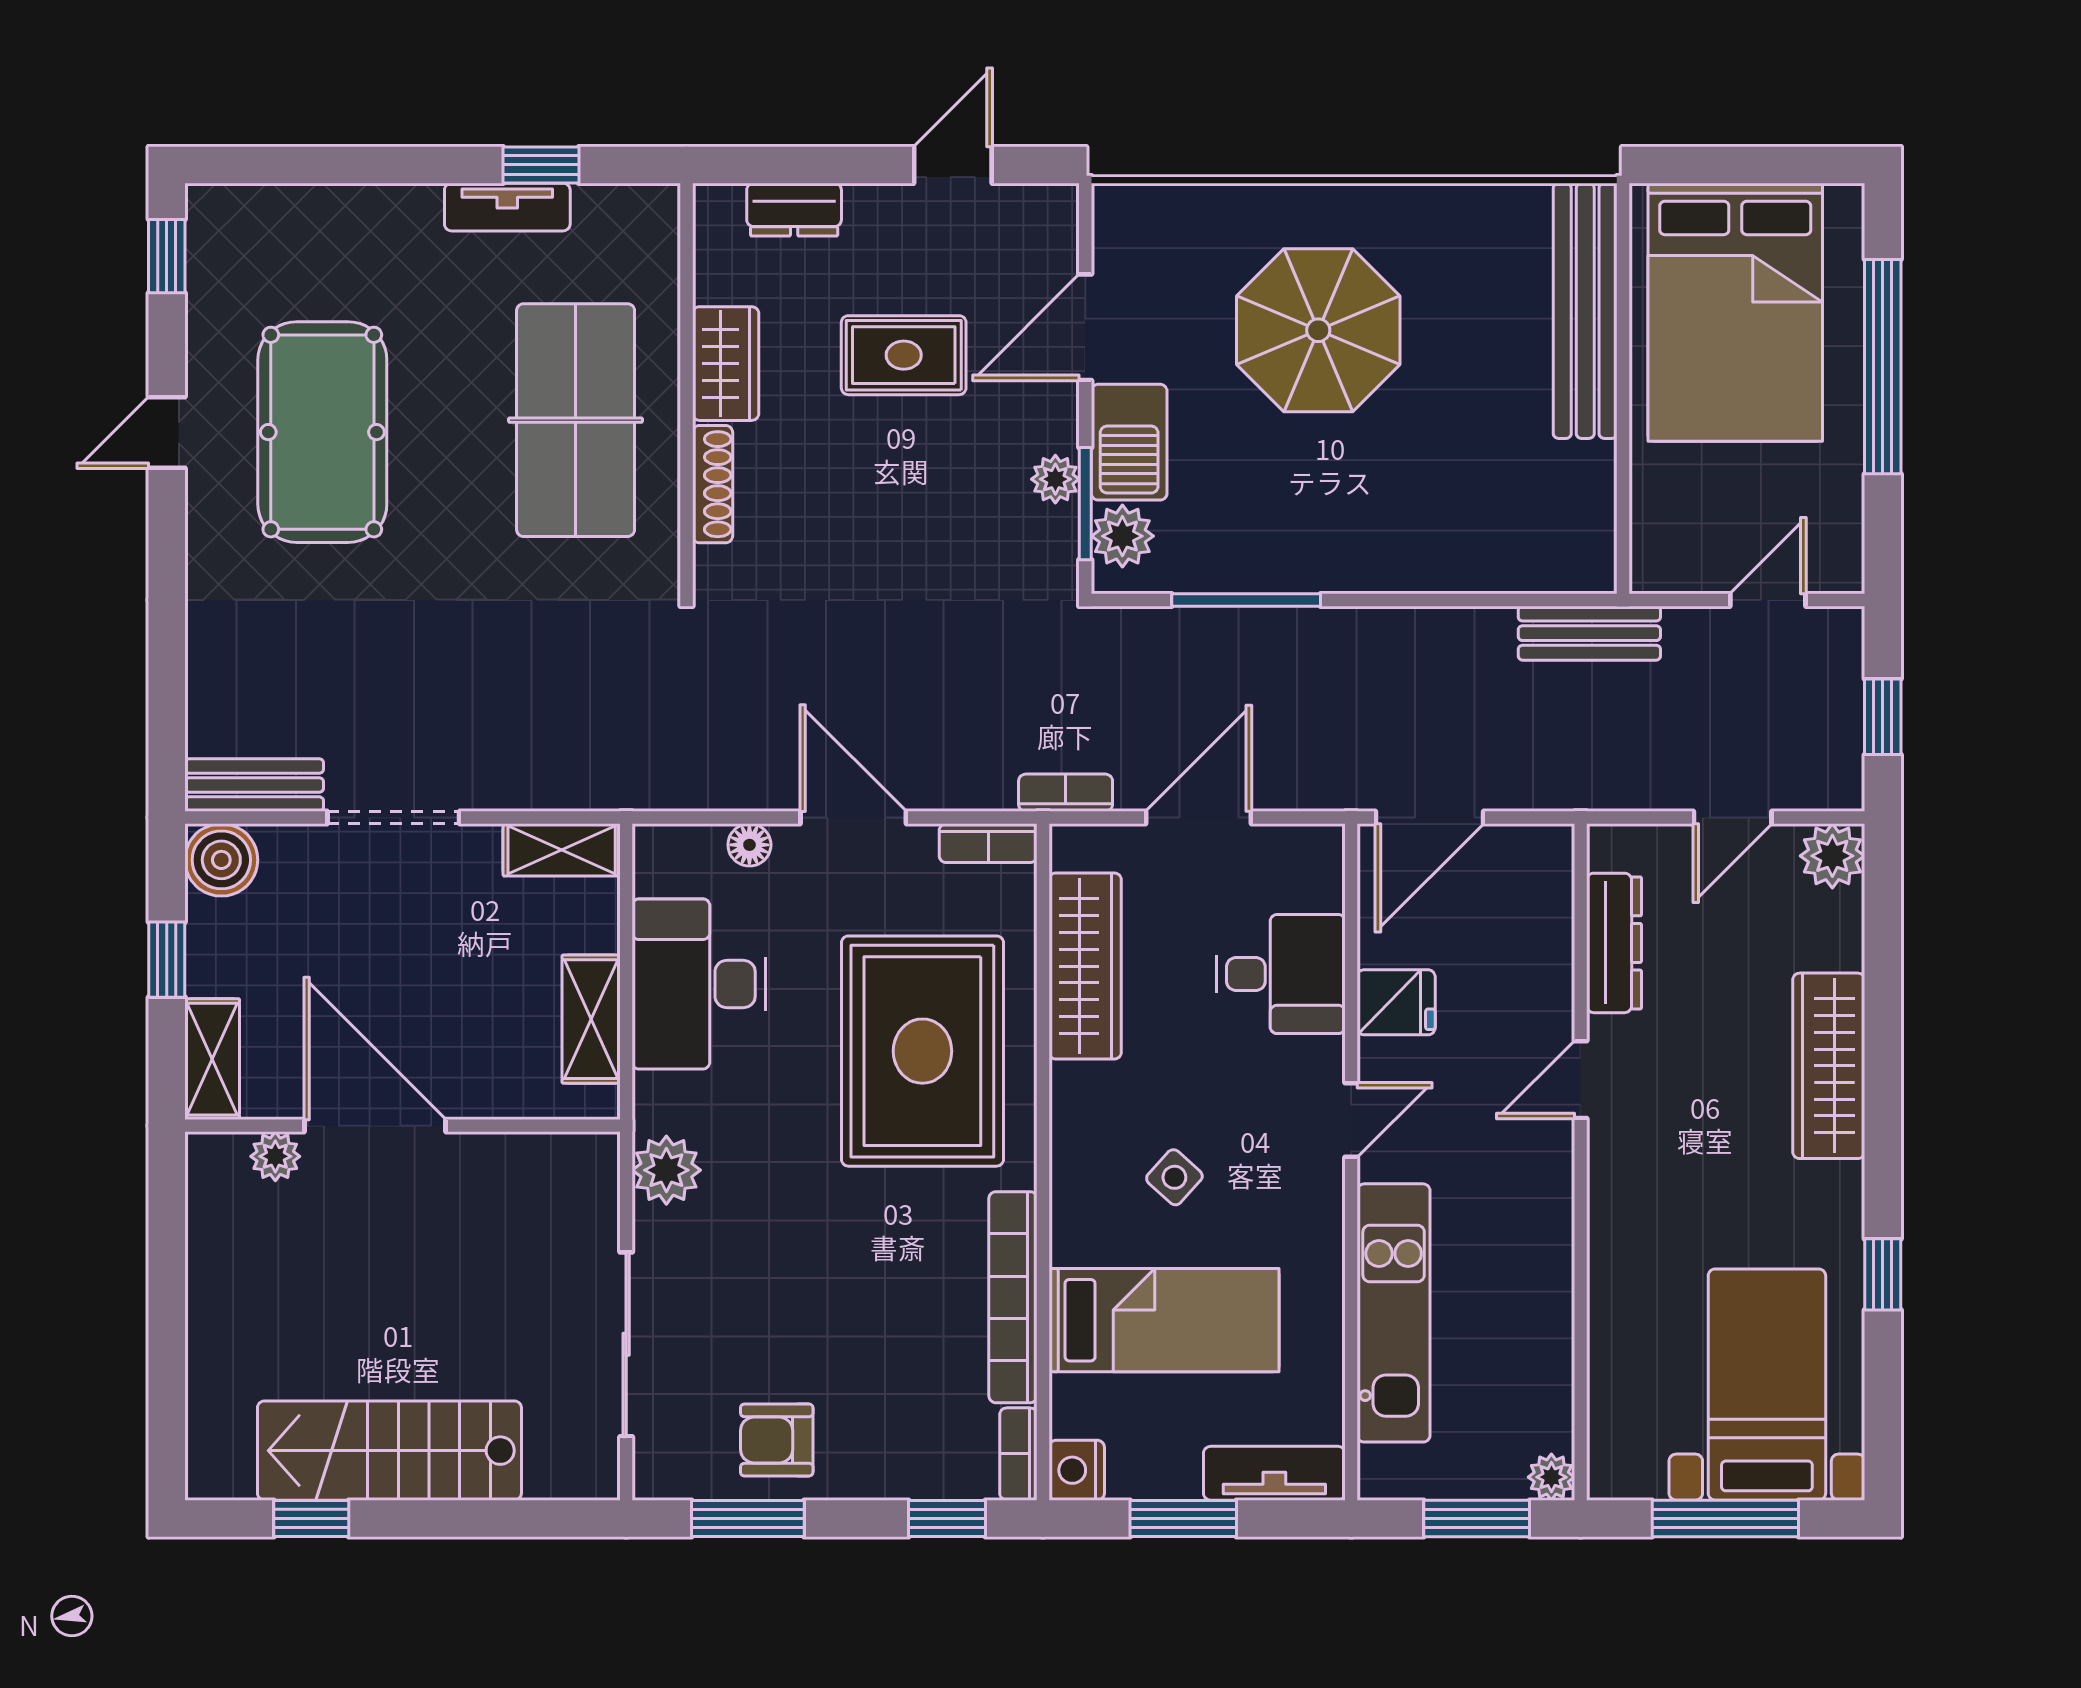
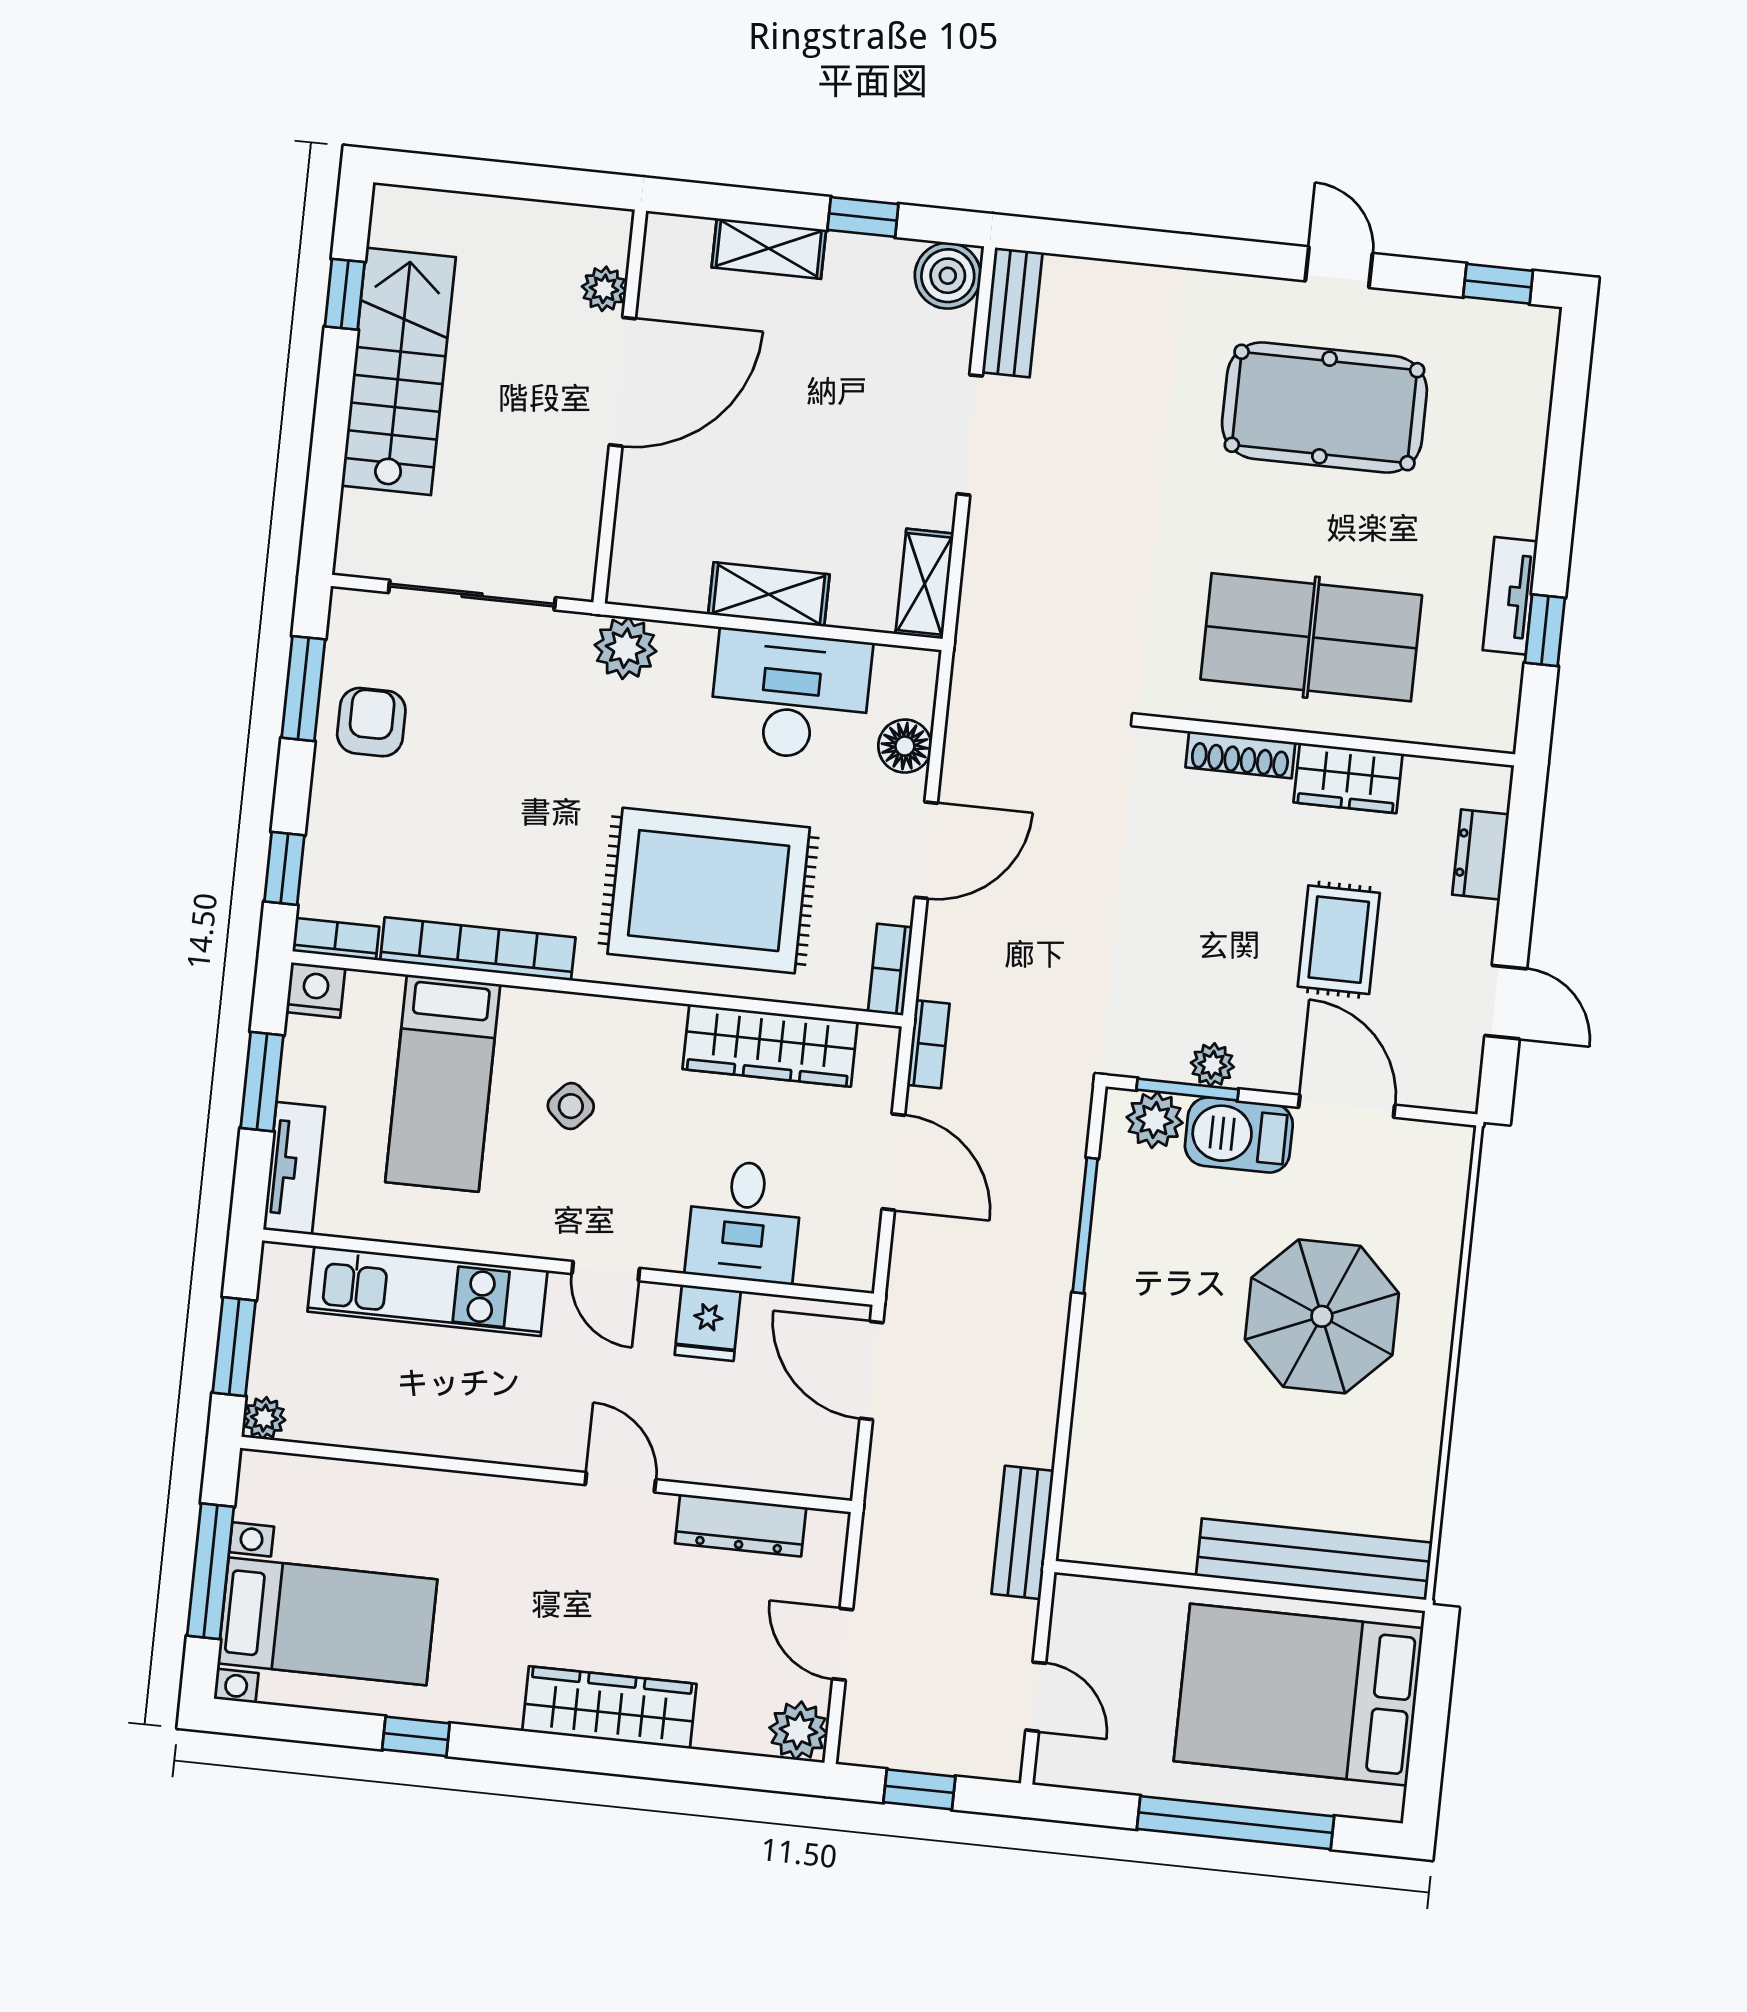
floor lamp: (749, 845) -> (905, 746), width x1.37, depth x1.37
door: (375, 1126) -> (622, 382), moved
wall: (403, 1126) -> (620, 407), moved
plant: (275, 1156) -> (604, 289), moved

